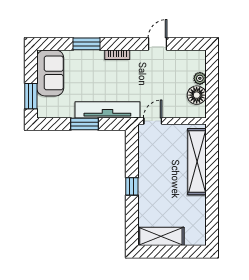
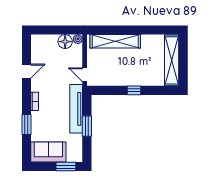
door: (158, 44) -> (26, 71), swing flipped
plant: (200, 78) -> (78, 39), moved
shelving: (161, 236) -> (172, 60), width x1.47

